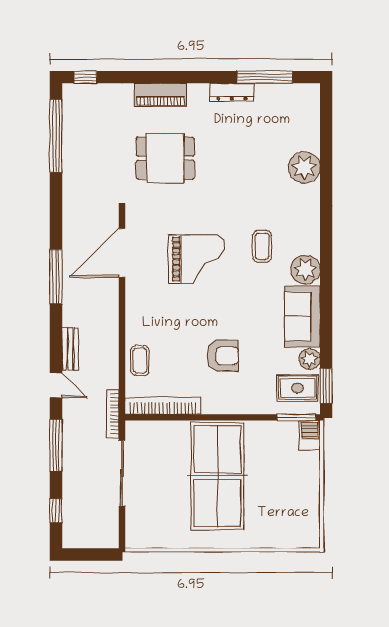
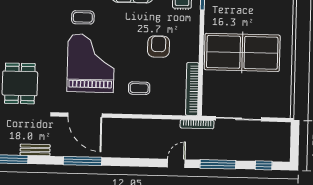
grand piano: (197, 259) -> (91, 63), width x1.37, depth x1.48
window: (56, 276) -> (82, 161), moved
bench: (70, 349) -> (35, 150), moved
coffee table: (140, 360) -> (139, 88), moved

